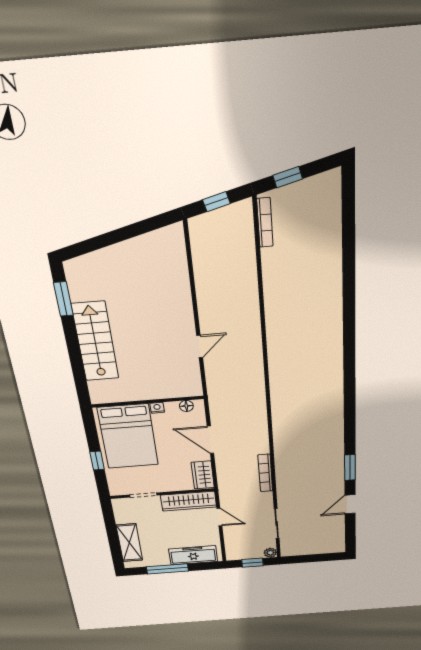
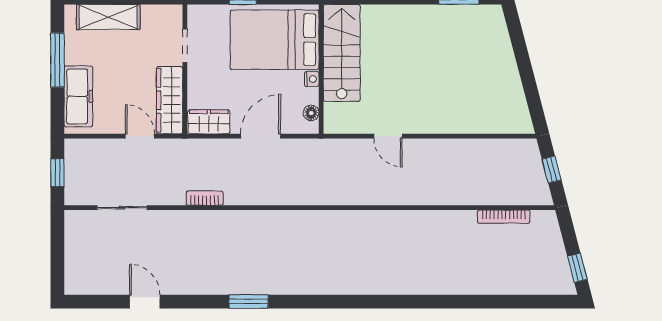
window: (288, 177) -> (577, 268), moved
bookcase: (265, 223) -> (504, 217), moved
stairs: (95, 342) -> (342, 53), moved, turned -90
window: (350, 468) -> (249, 302), moved
bookcase: (265, 473) -> (205, 198), width x0.64
door: (219, 517) -> (140, 136), swing flipped
plant: (270, 553) -> (73, 197), removed

